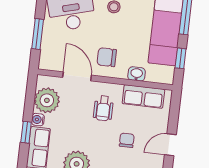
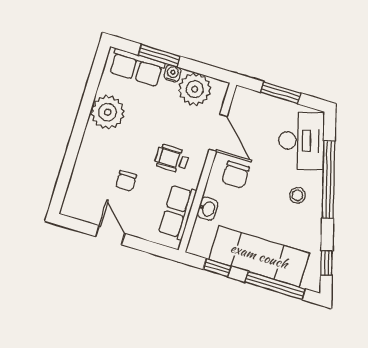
chair: (107, 57) -> (236, 175), turned 180
door: (77, 76) -> (218, 133), hinge flipped
window: (26, 132) -> (159, 56), width x1.50
chair: (127, 140) -> (126, 181), turned 90

